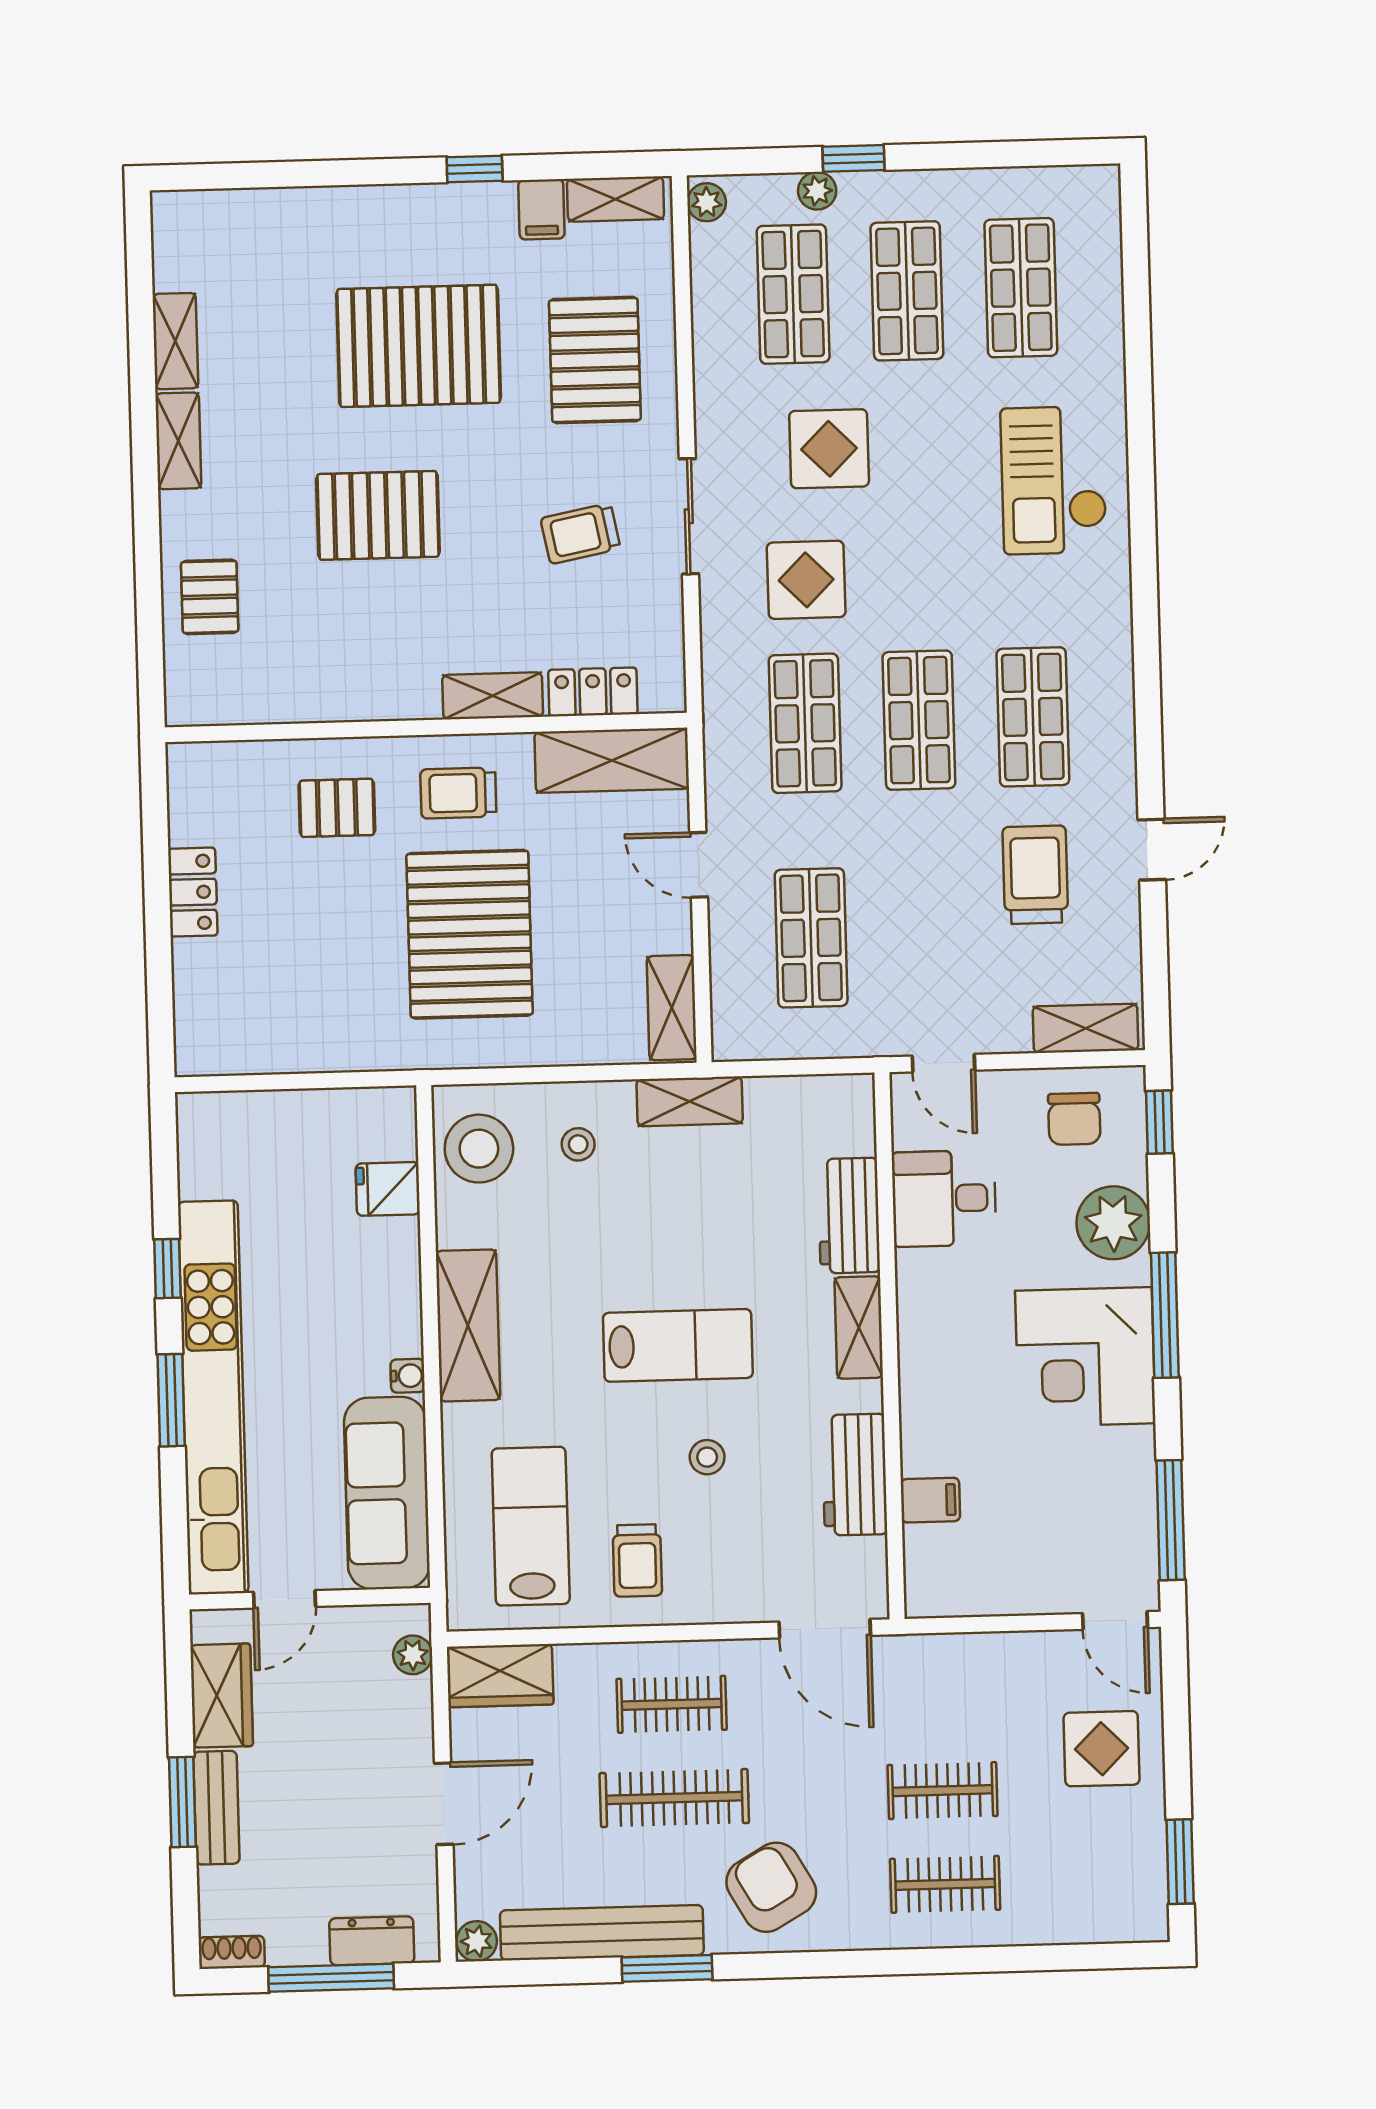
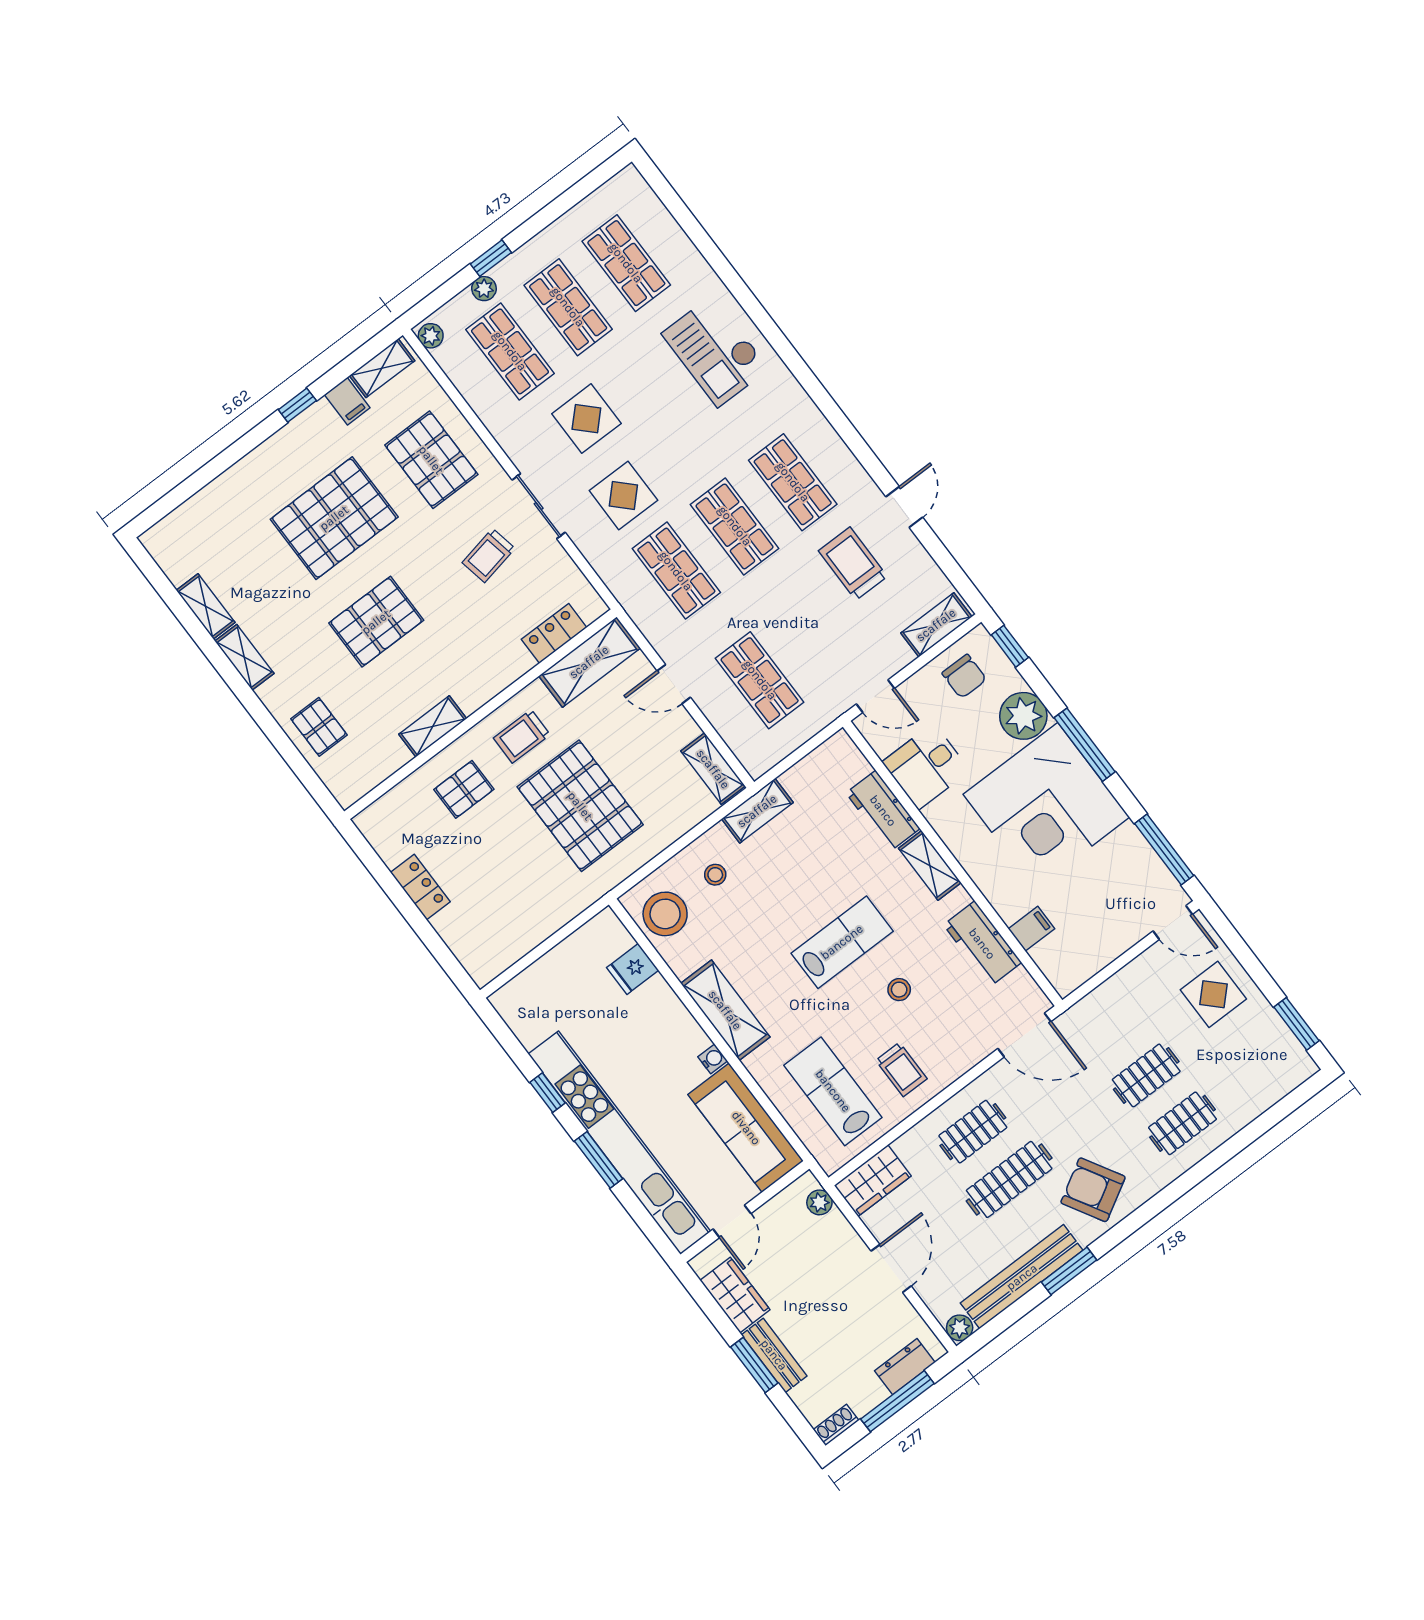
shelving: (493, 696) -> (433, 726), moved
corner desk: (1085, 1357) -> (1046, 806), width x1.36, depth x1.36

